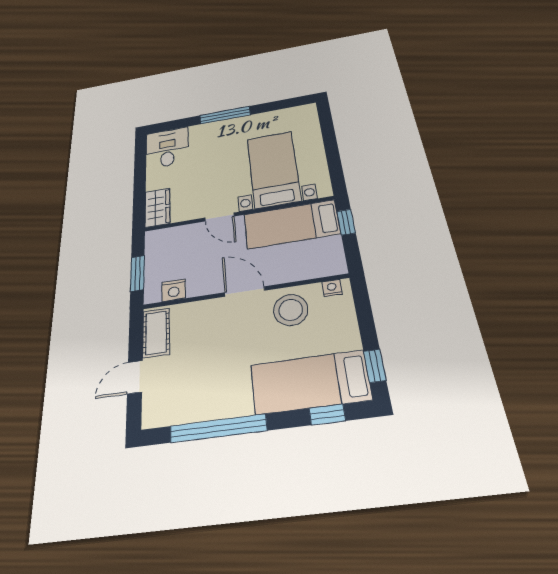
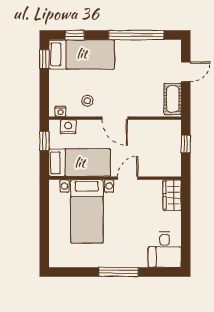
door: (220, 217) -> (128, 178), hinge flipped
window: (346, 222) -> (44, 141), moved
window: (137, 273) -> (186, 144), width x0.67
nightstand: (174, 290) -> (68, 127), moved
stool: (291, 310) -> (87, 101), width x0.53, depth x0.53

